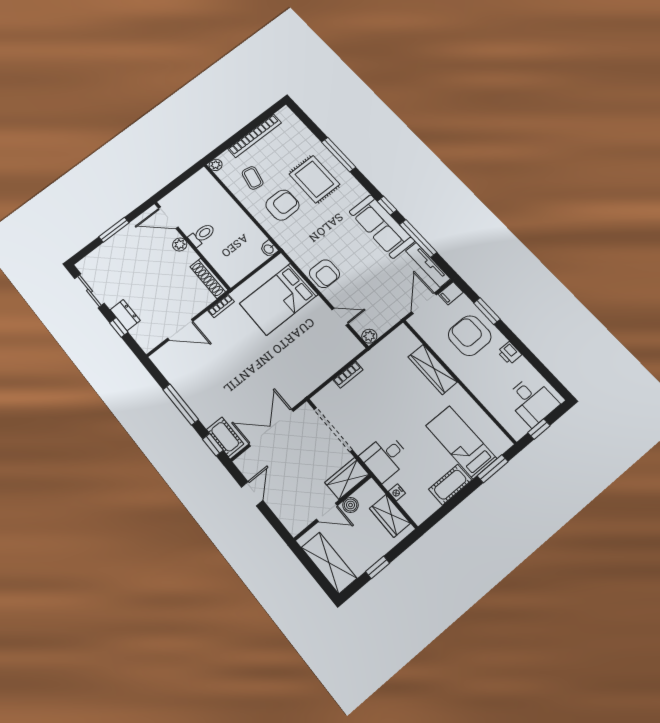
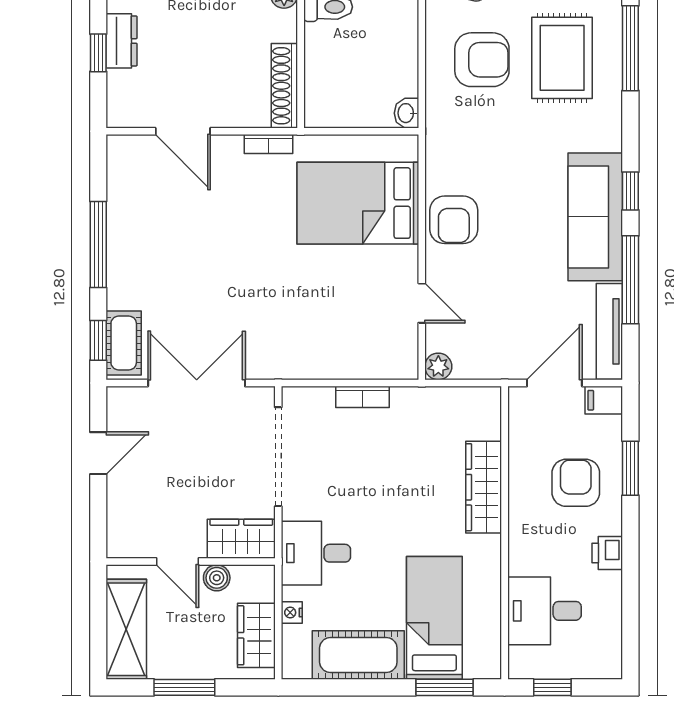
armchair: (470, 336) -> (576, 483), width x0.73, depth x0.73
desk: (532, 401) -> (544, 611), moved, turned 90
cot: (450, 485) -> (358, 655), width x1.37, depth x1.34
window: (378, 567) -> (184, 687), width x1.50

